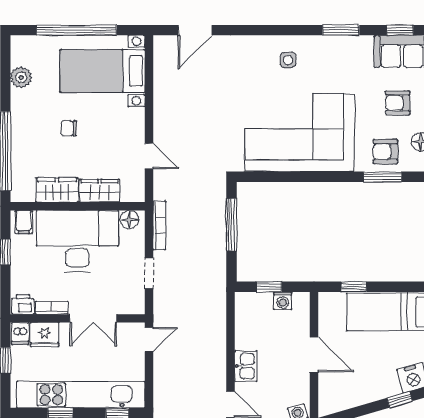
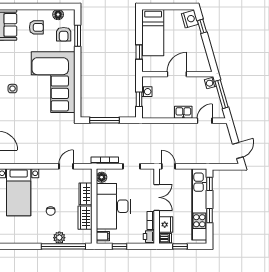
plant: (21, 77) -> (59, 238), moved
armchair: (398, 103) -> (36, 27), turned -90

